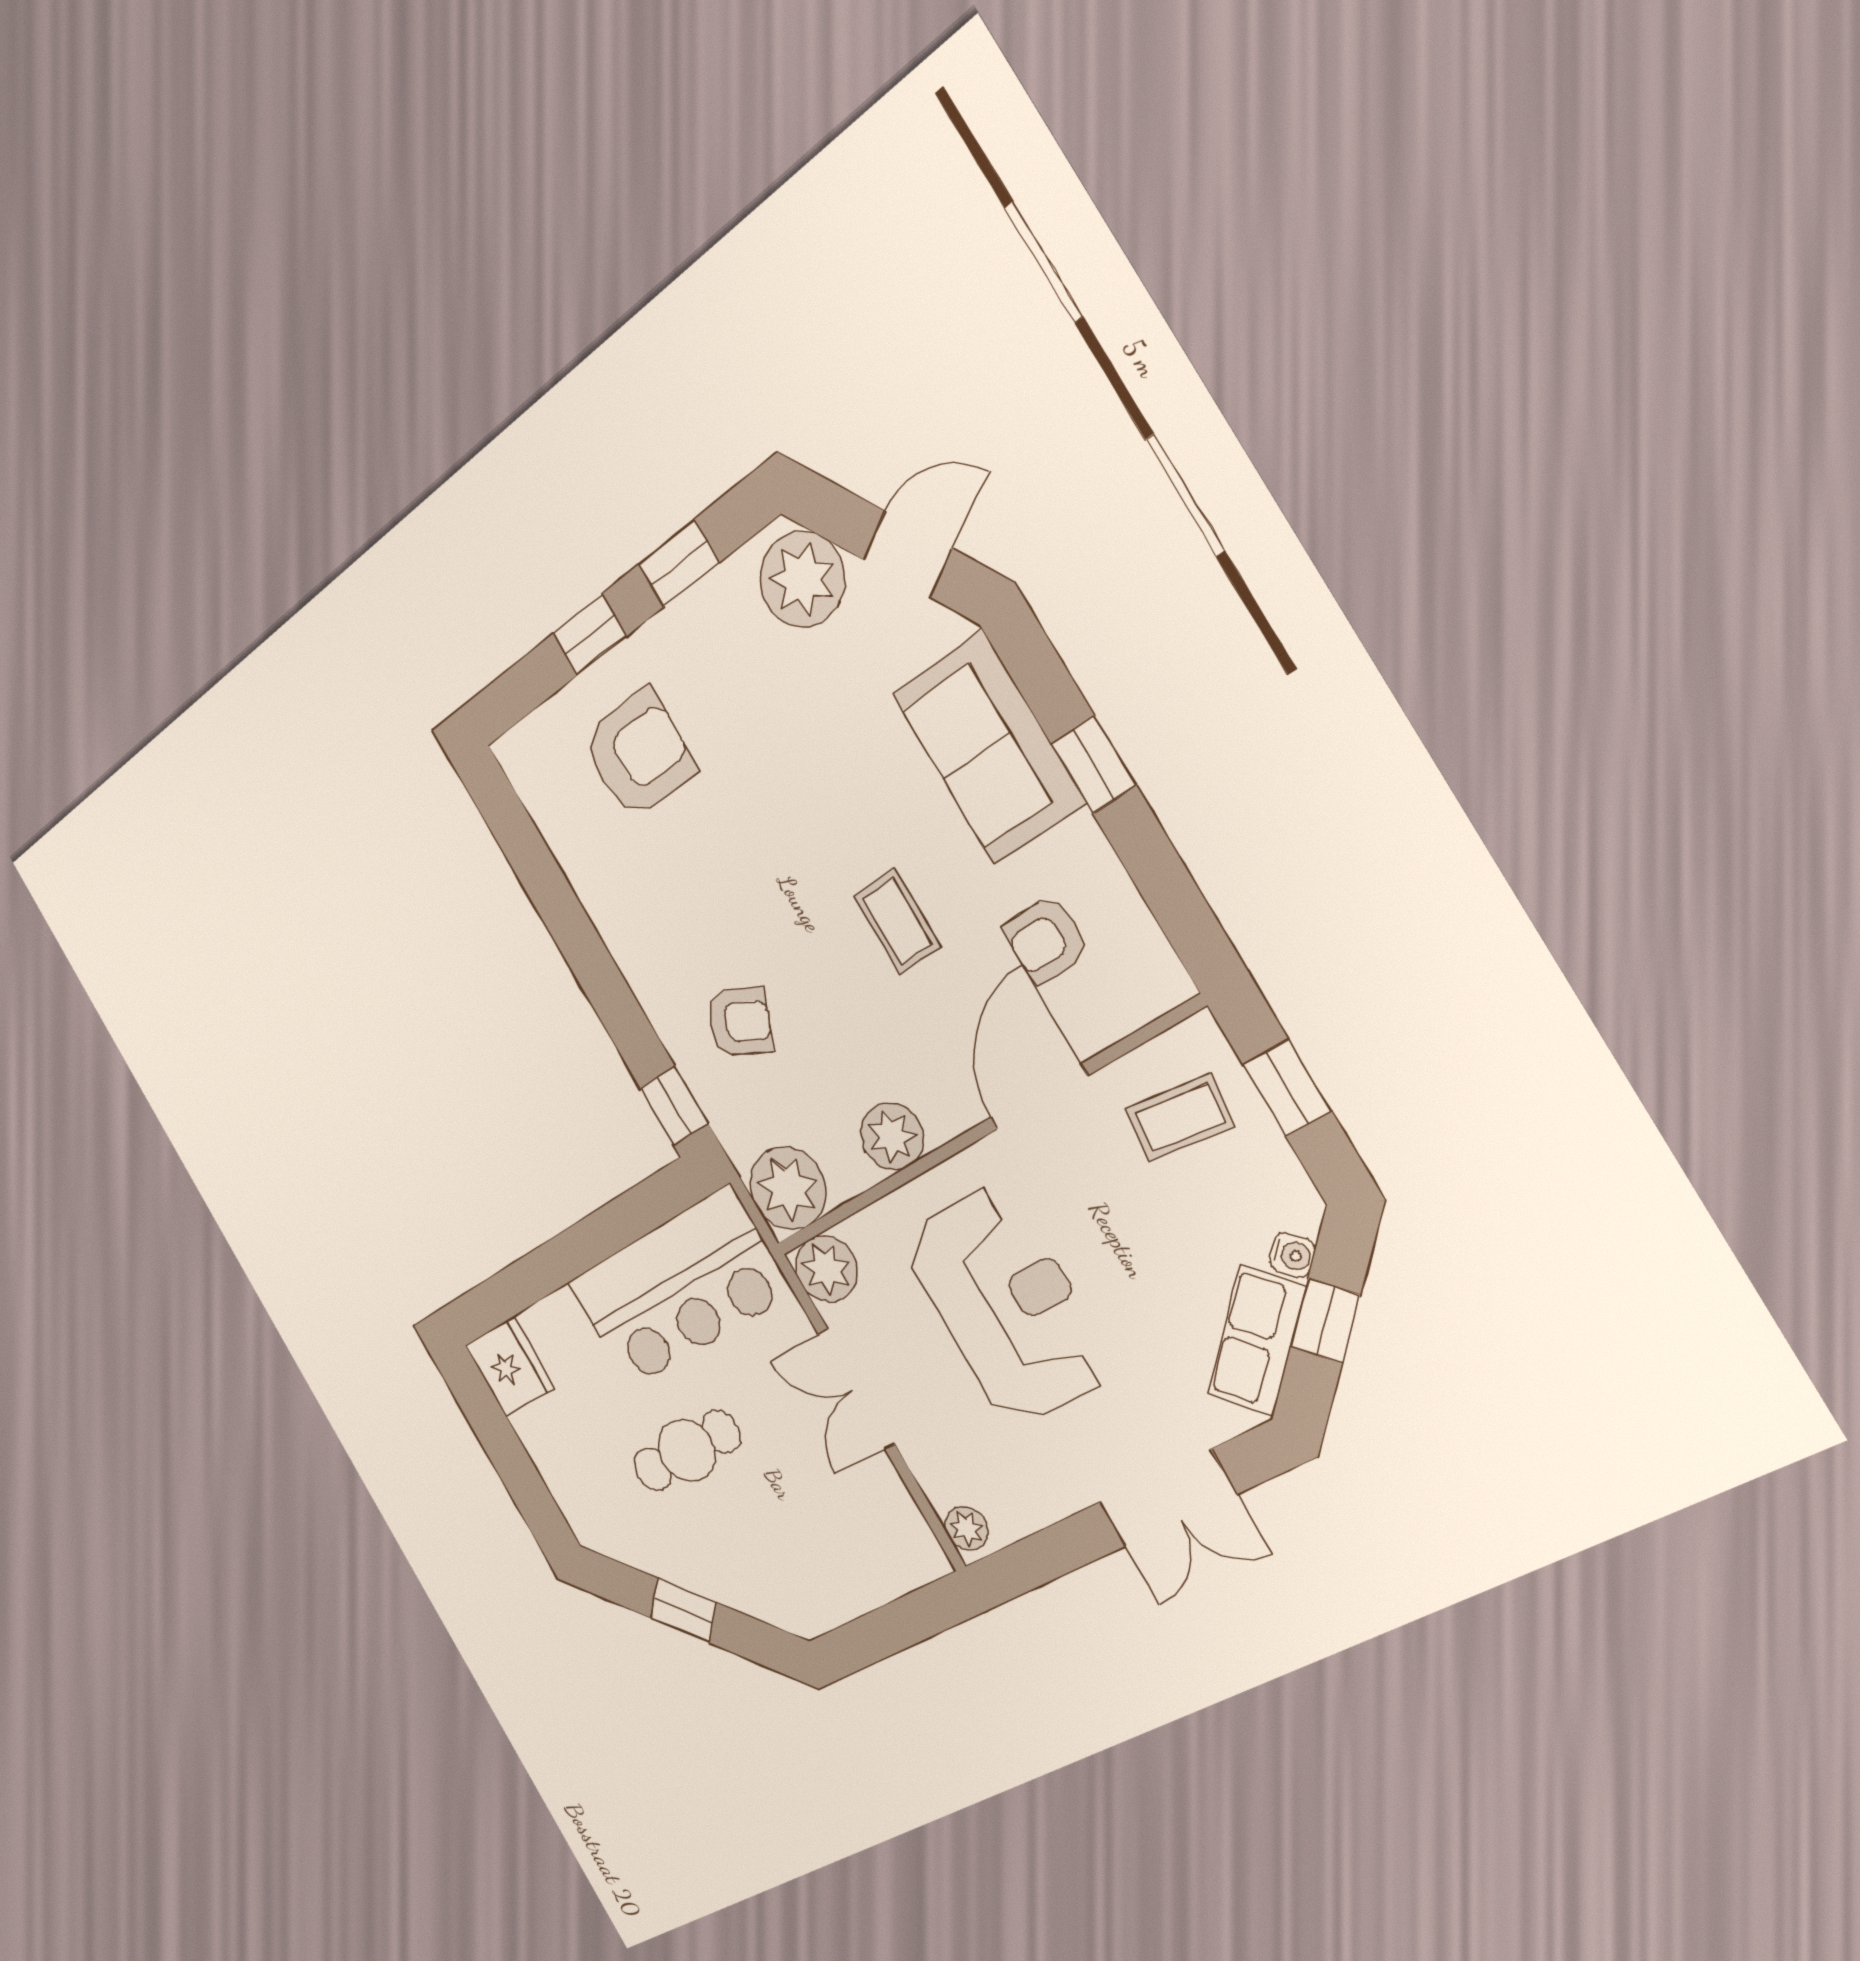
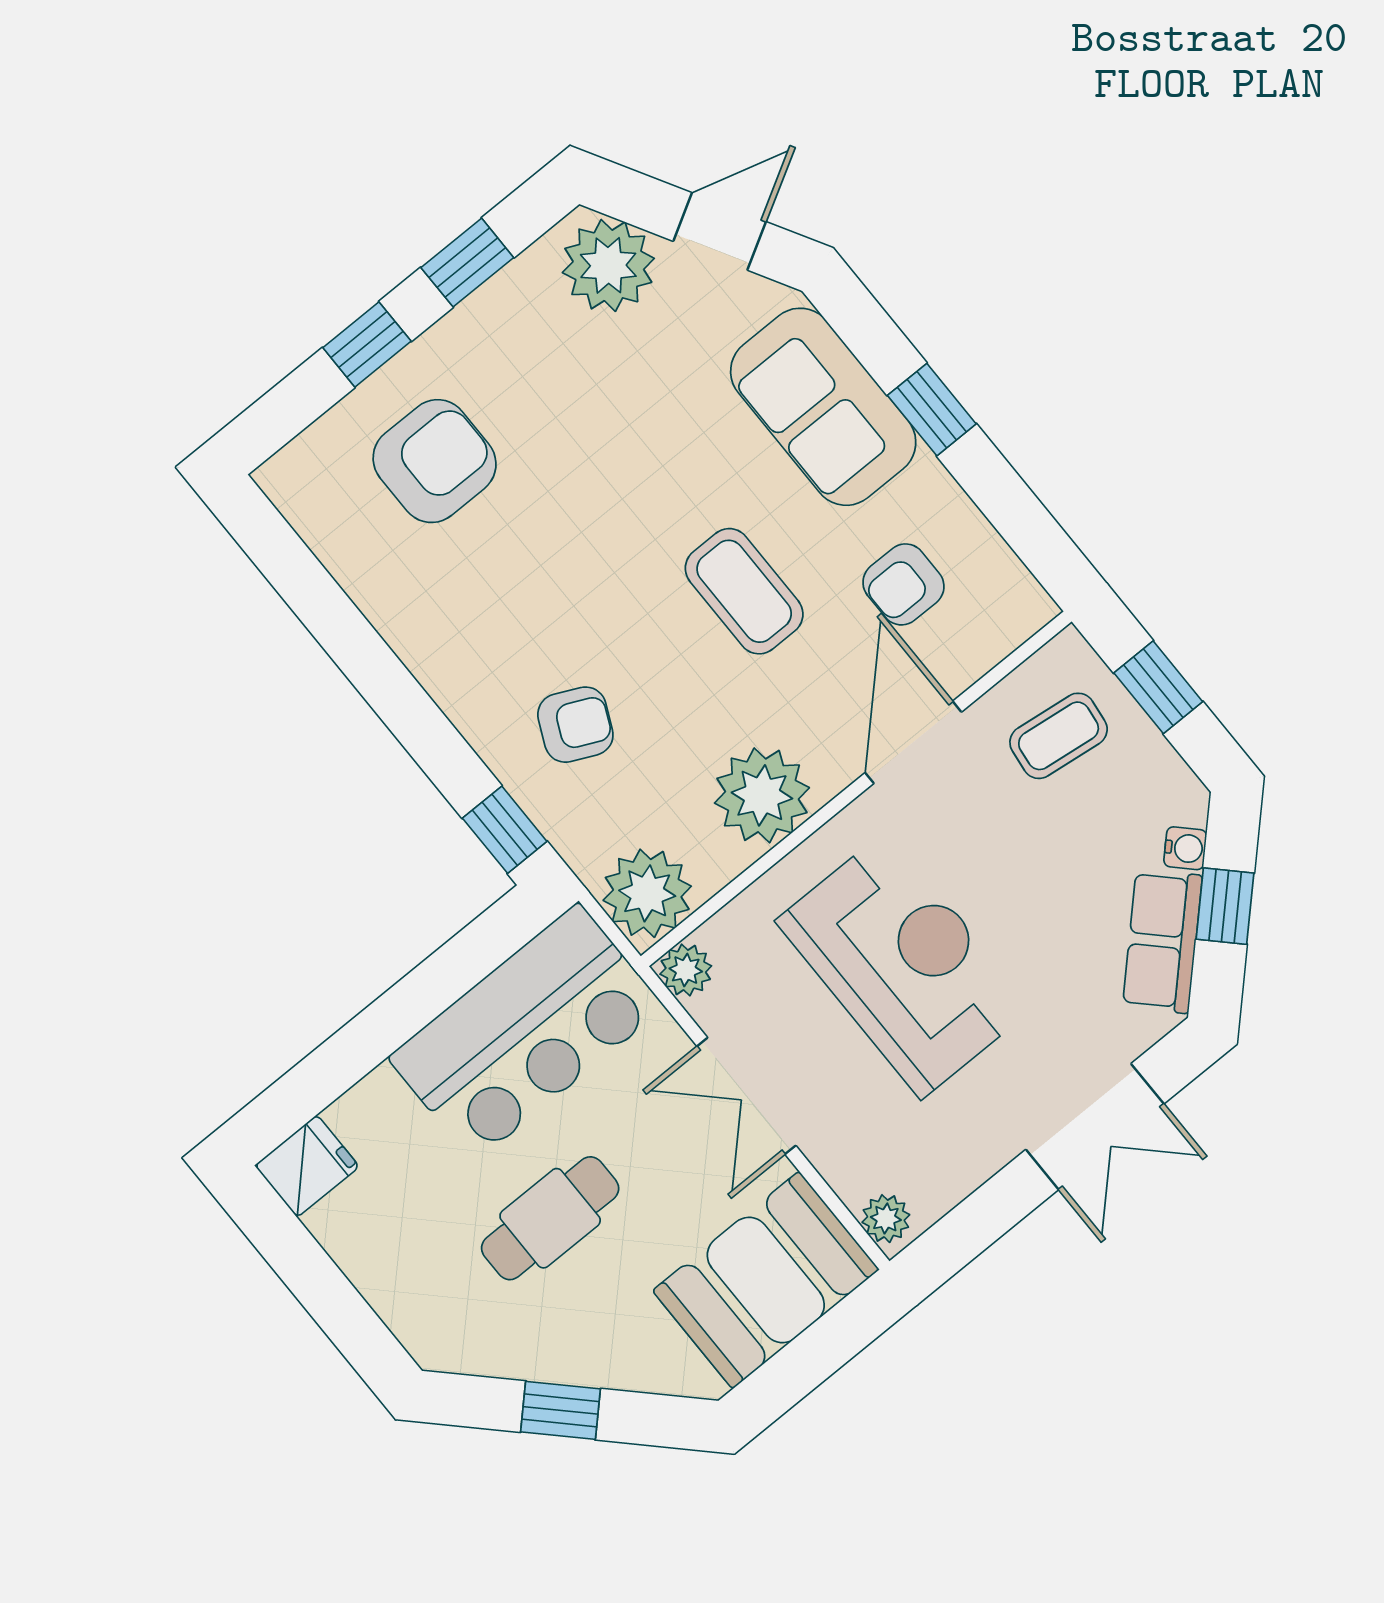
coffee table: (897, 922) -> (744, 591), width x1.36, depth x1.30
plant: (892, 1136) -> (762, 795), width x1.36, depth x1.36
plant: (826, 1269) -> (686, 970), width x0.73, depth x0.73
fridge: (510, 1366) -> (307, 1166), width x0.72
booth: (858, 1552) -> (766, 1280), added

